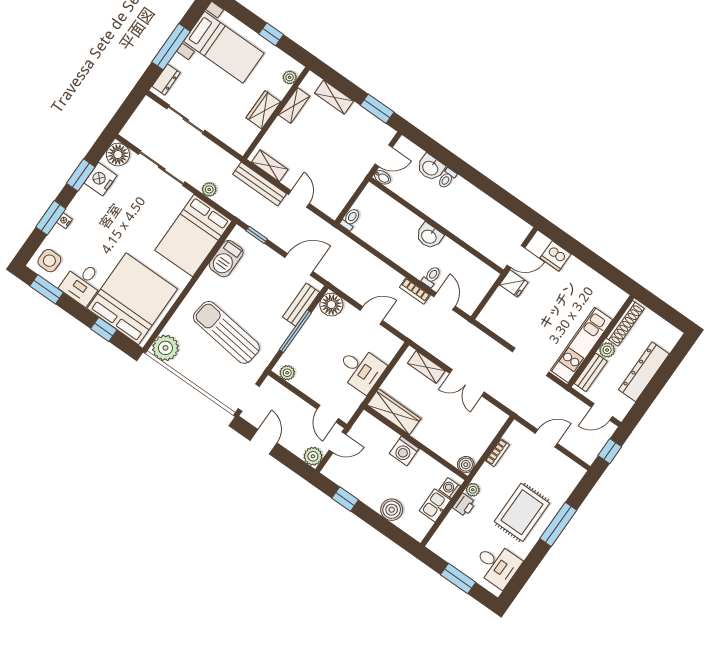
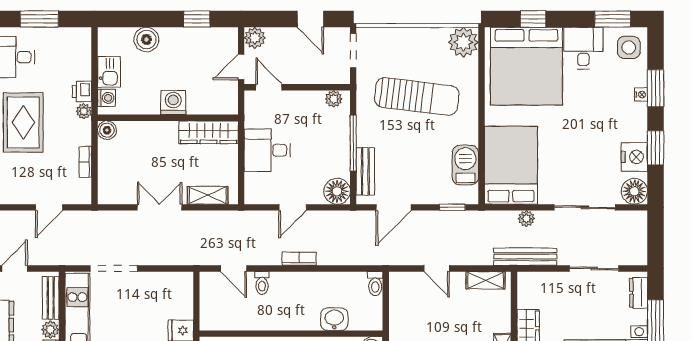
bench: (260, 184) -> (525, 257), moved
washbasin: (429, 236) -> (334, 319), moved
bookcase: (415, 291) -> (299, 259), moved

